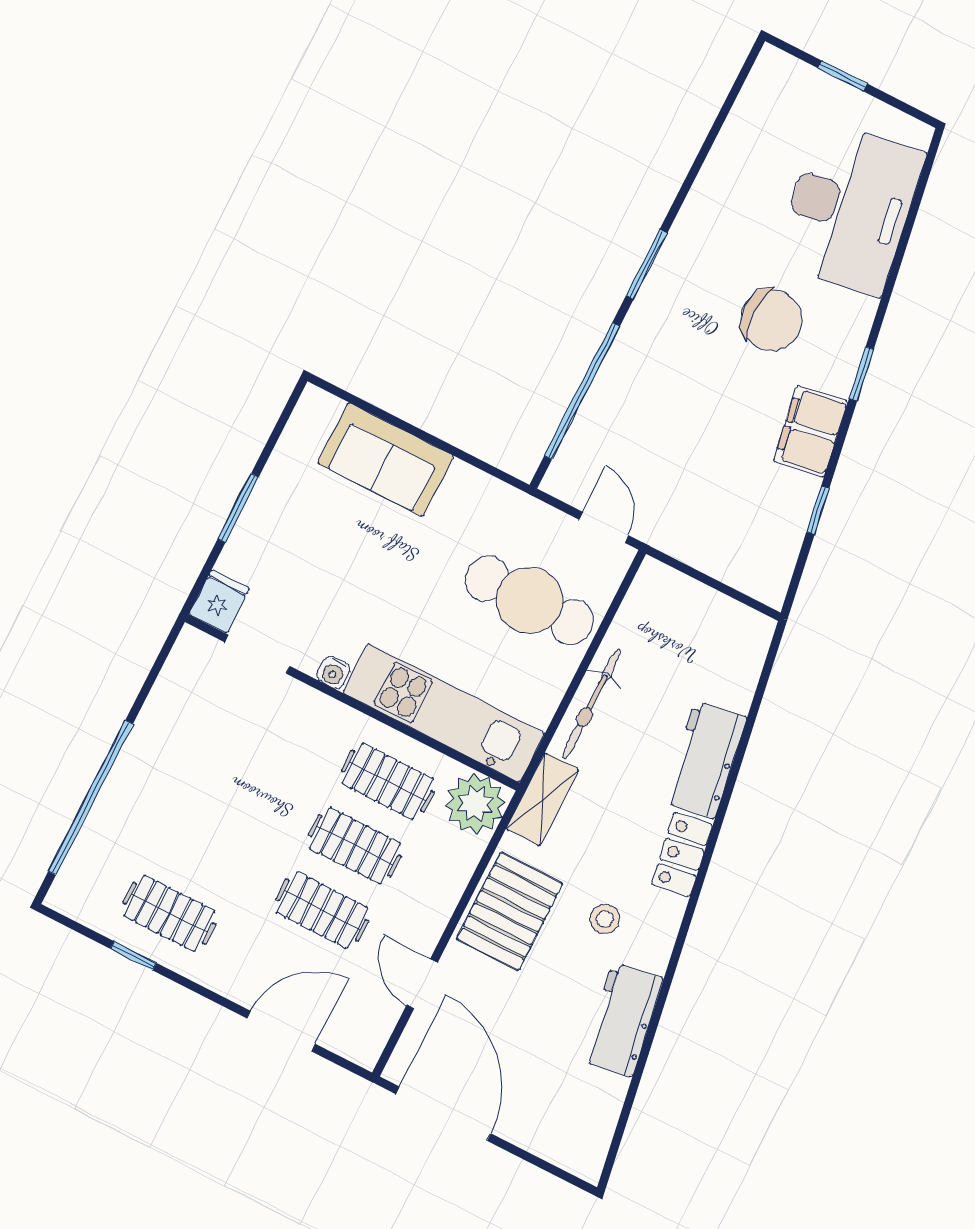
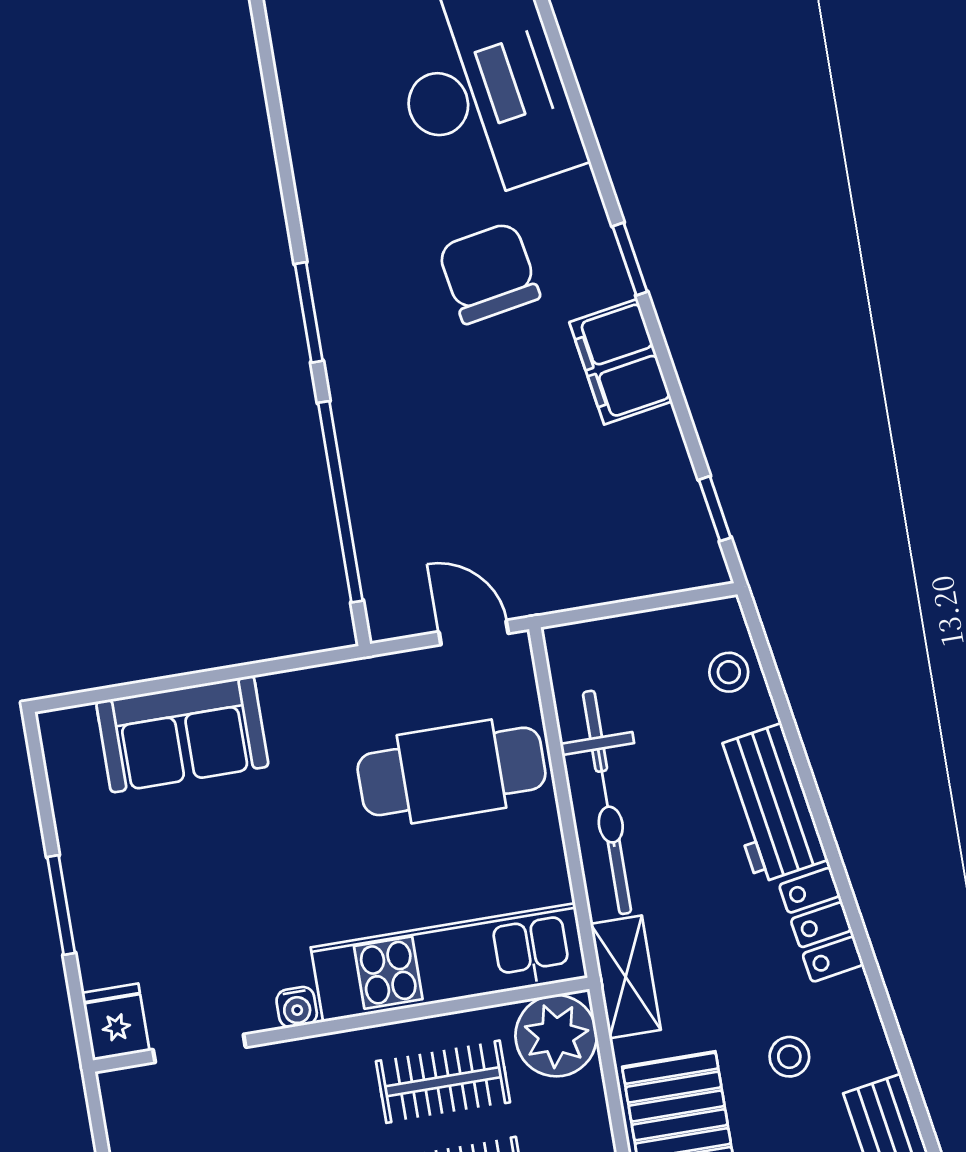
chair: (771, 320) -> (489, 273), turned -100
window: (818, 510) -> (715, 509), moved
stool: (738, 663) -> (729, 672), added
bicycle: (591, 704) -> (607, 802), width x1.37, depth x1.40

